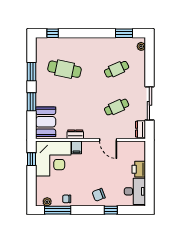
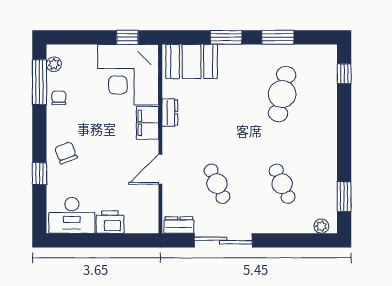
filing cabinet: (76, 147) -> (147, 123), width x2.00

